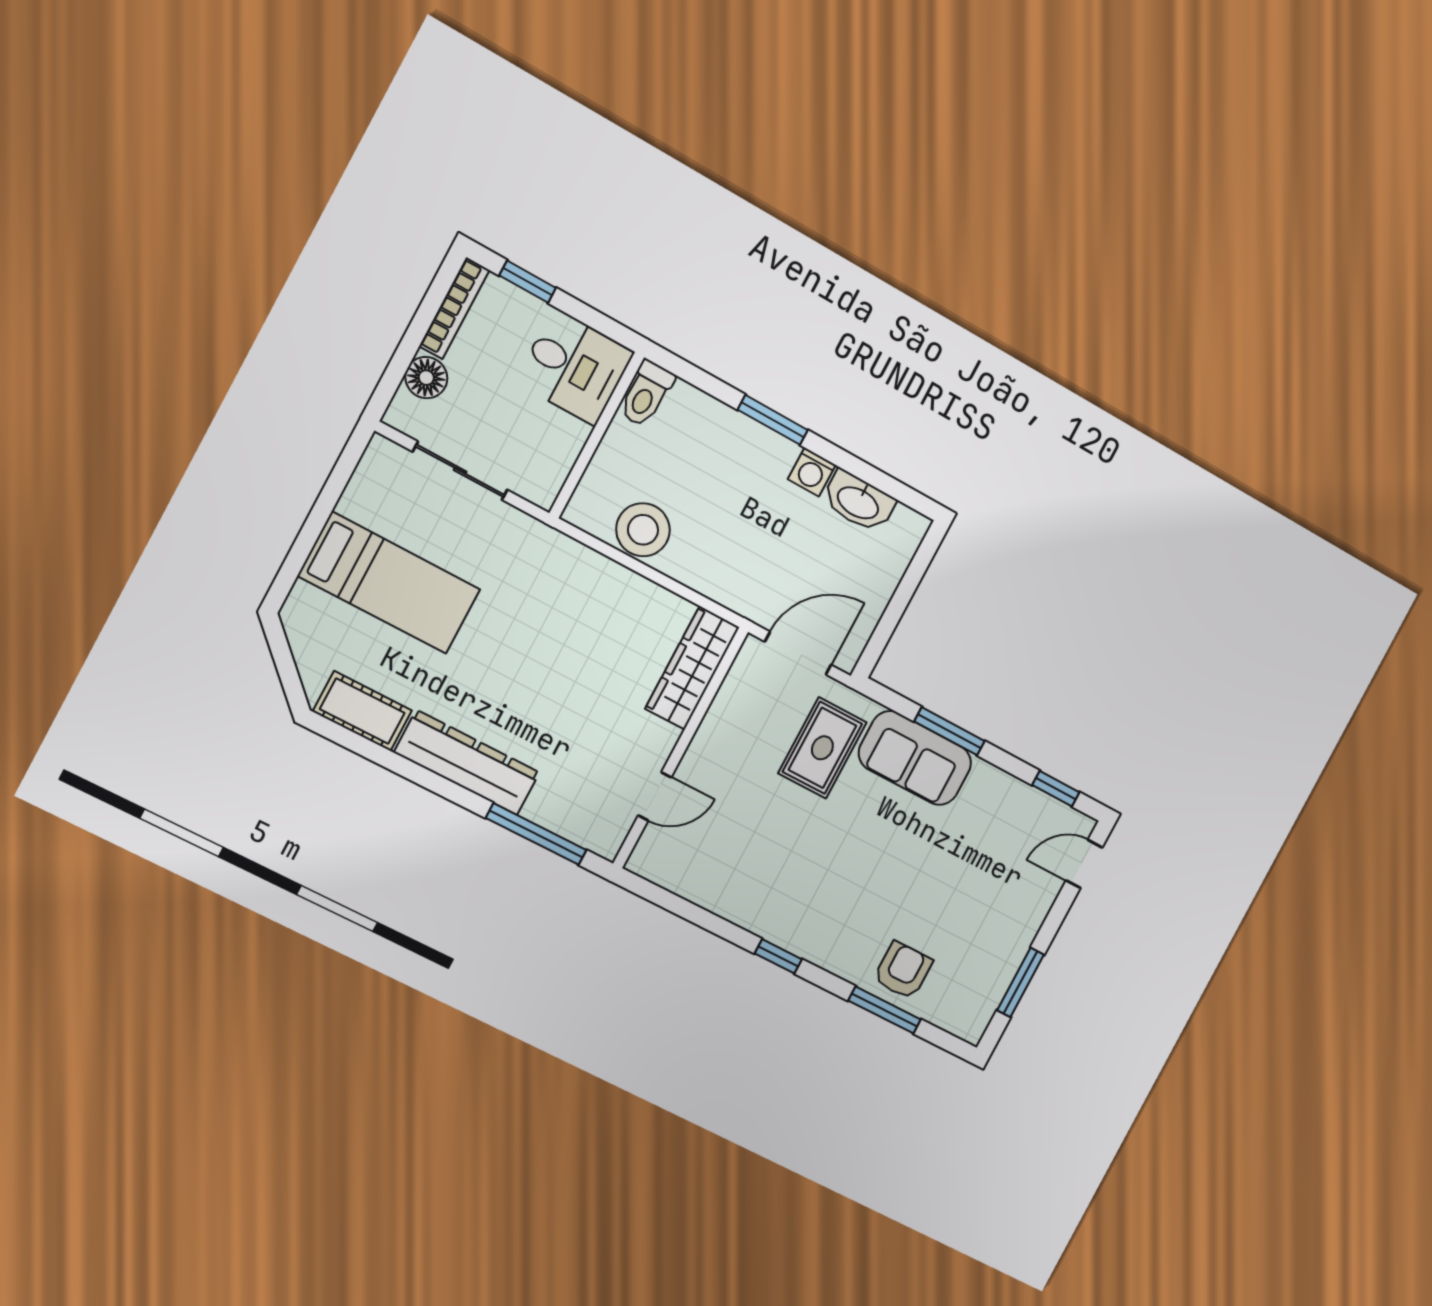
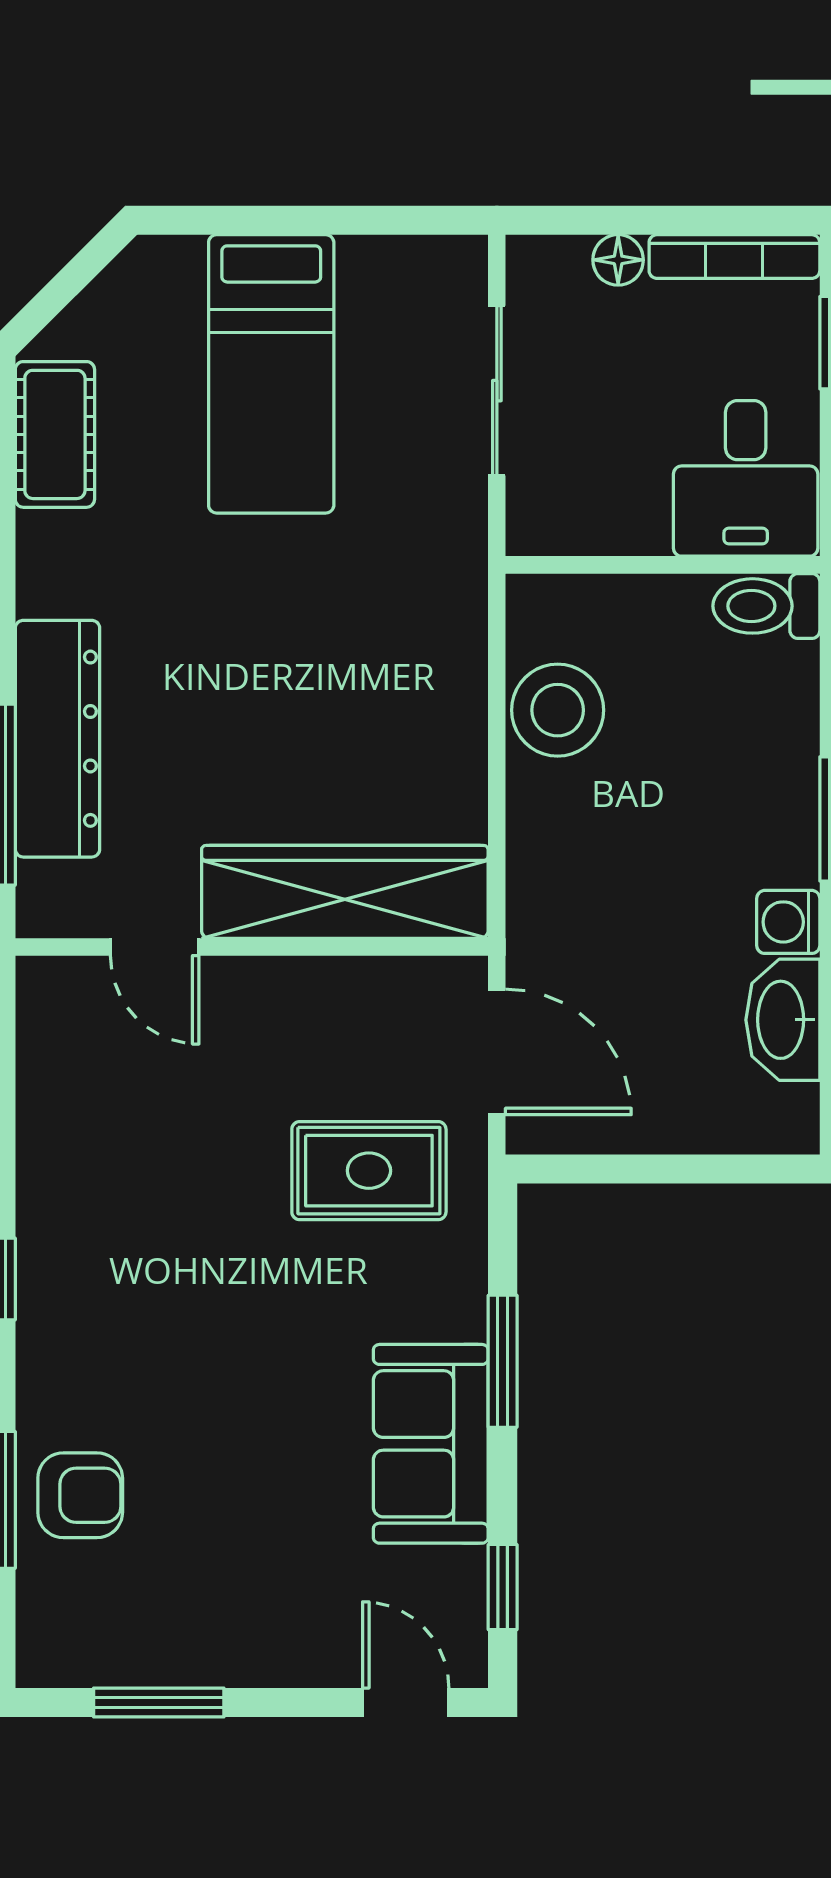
floor lamp: (426, 378) -> (618, 260), width x0.73, depth x0.73
wardrobe: (692, 668) -> (345, 892), width x1.40, depth x1.17
sofa: (915, 758) -> (431, 1444), moved
dresser: (467, 763) -> (57, 739), moved

